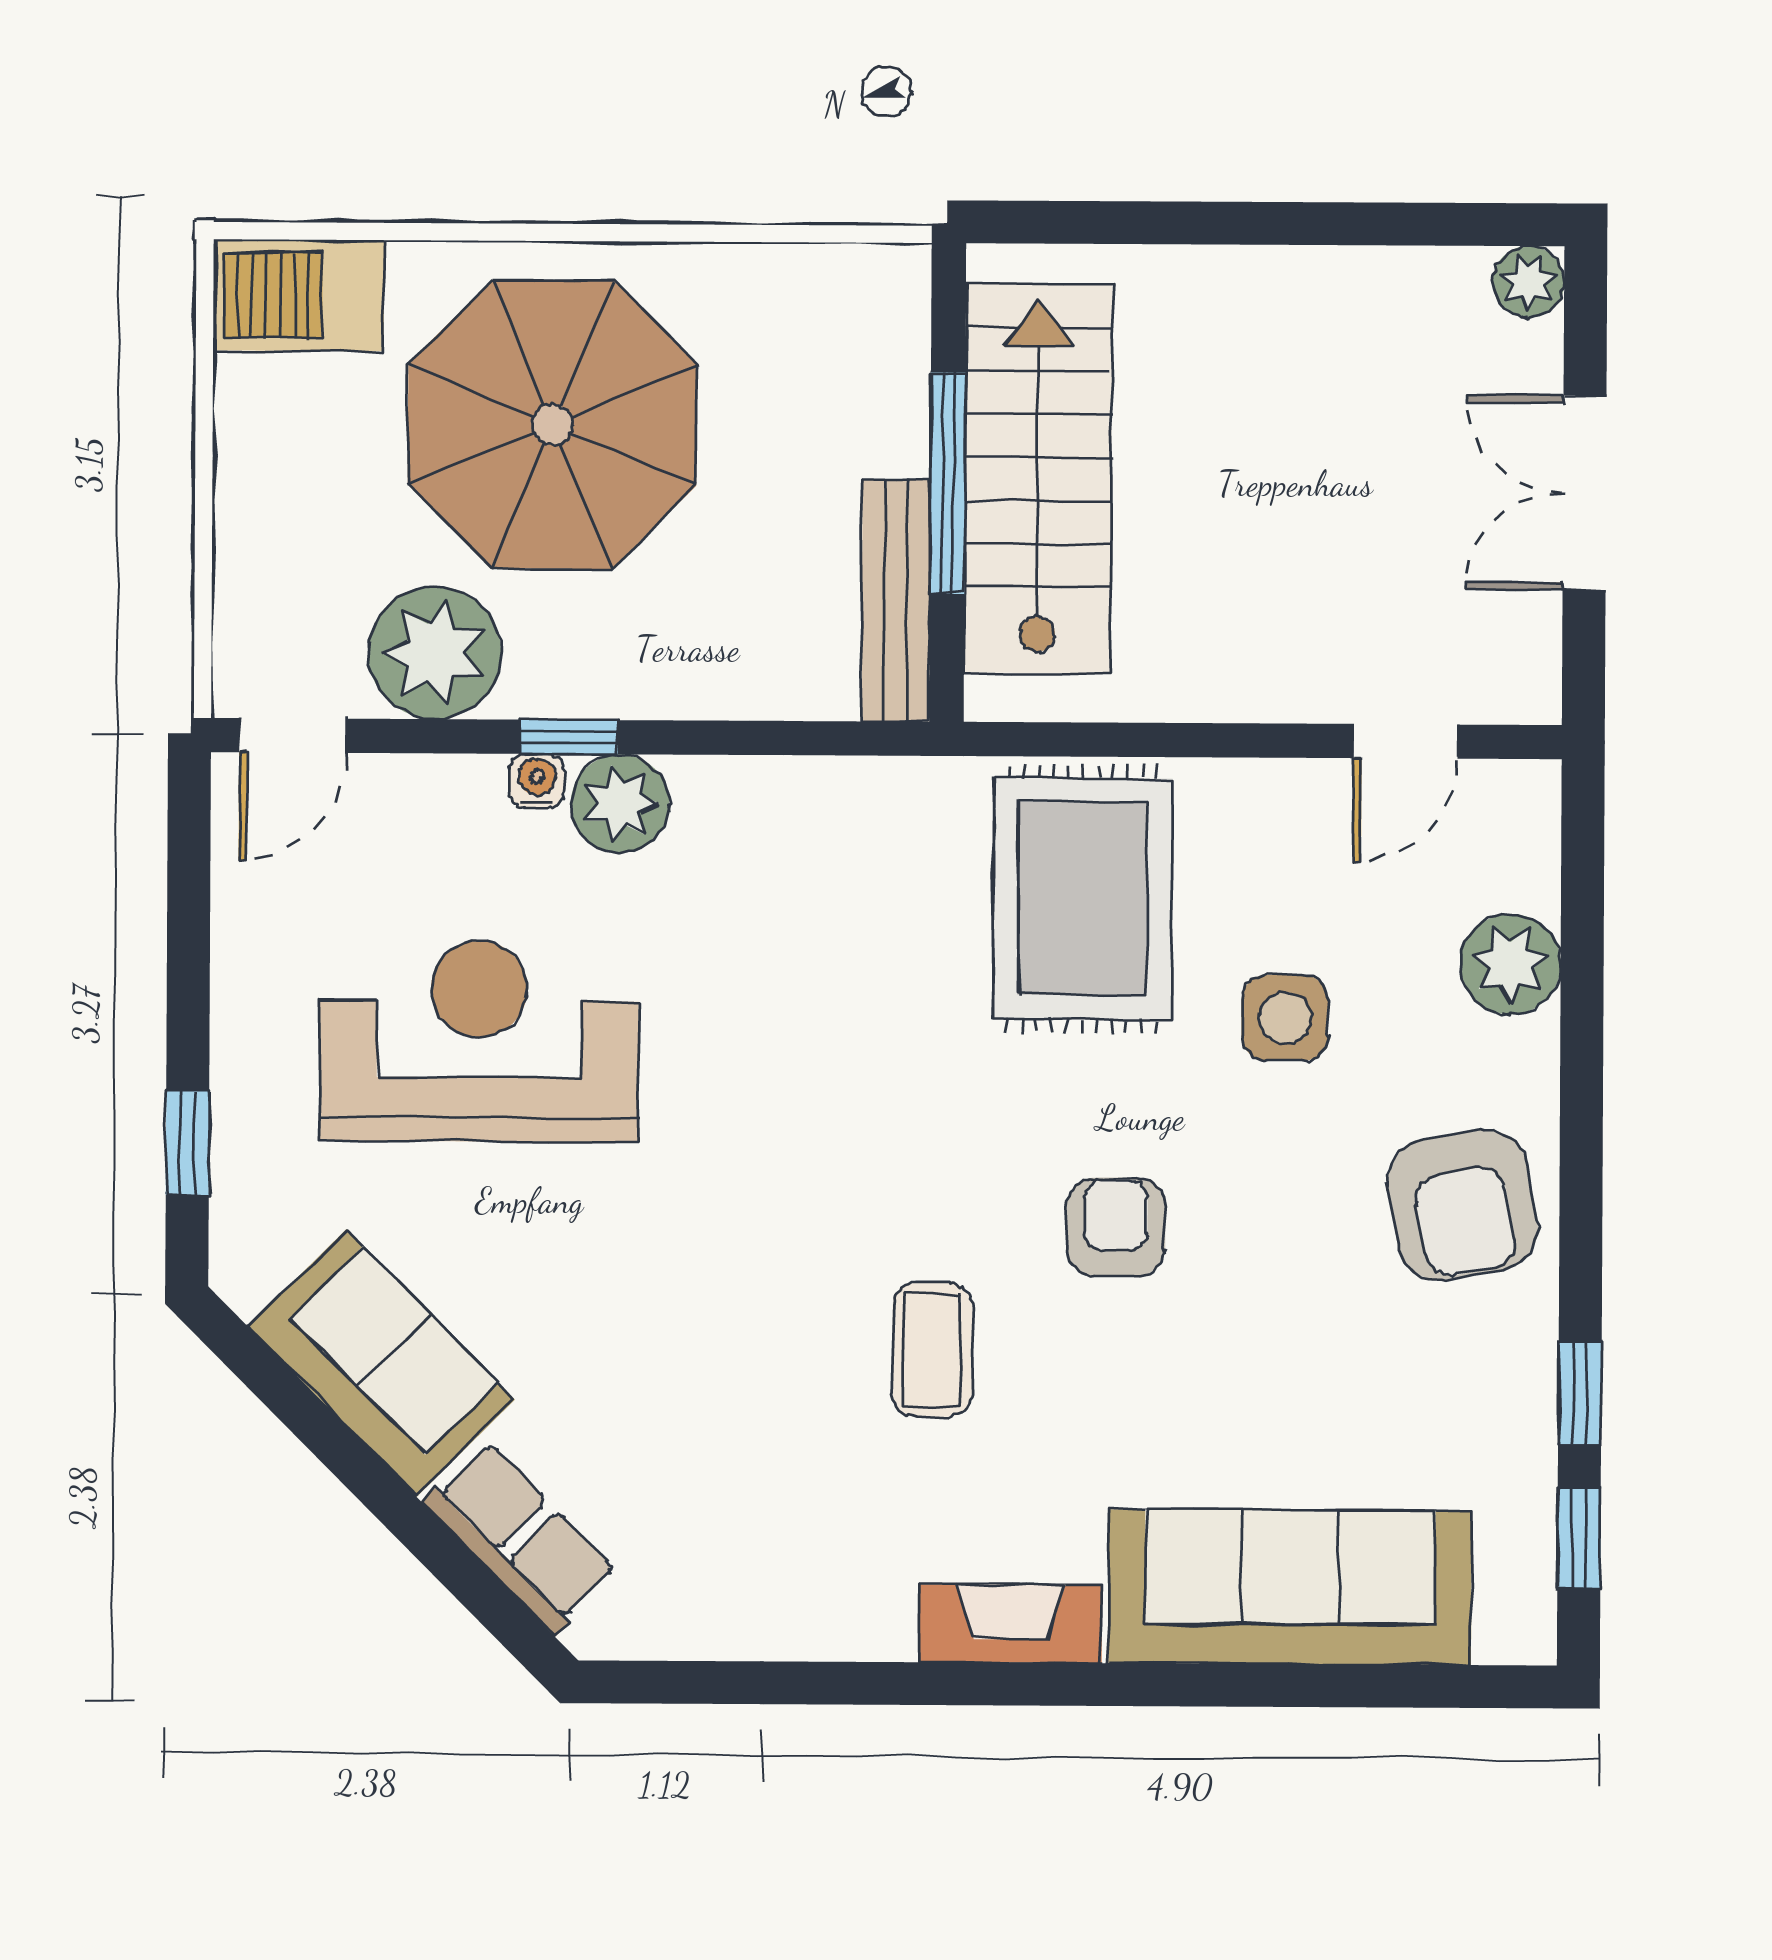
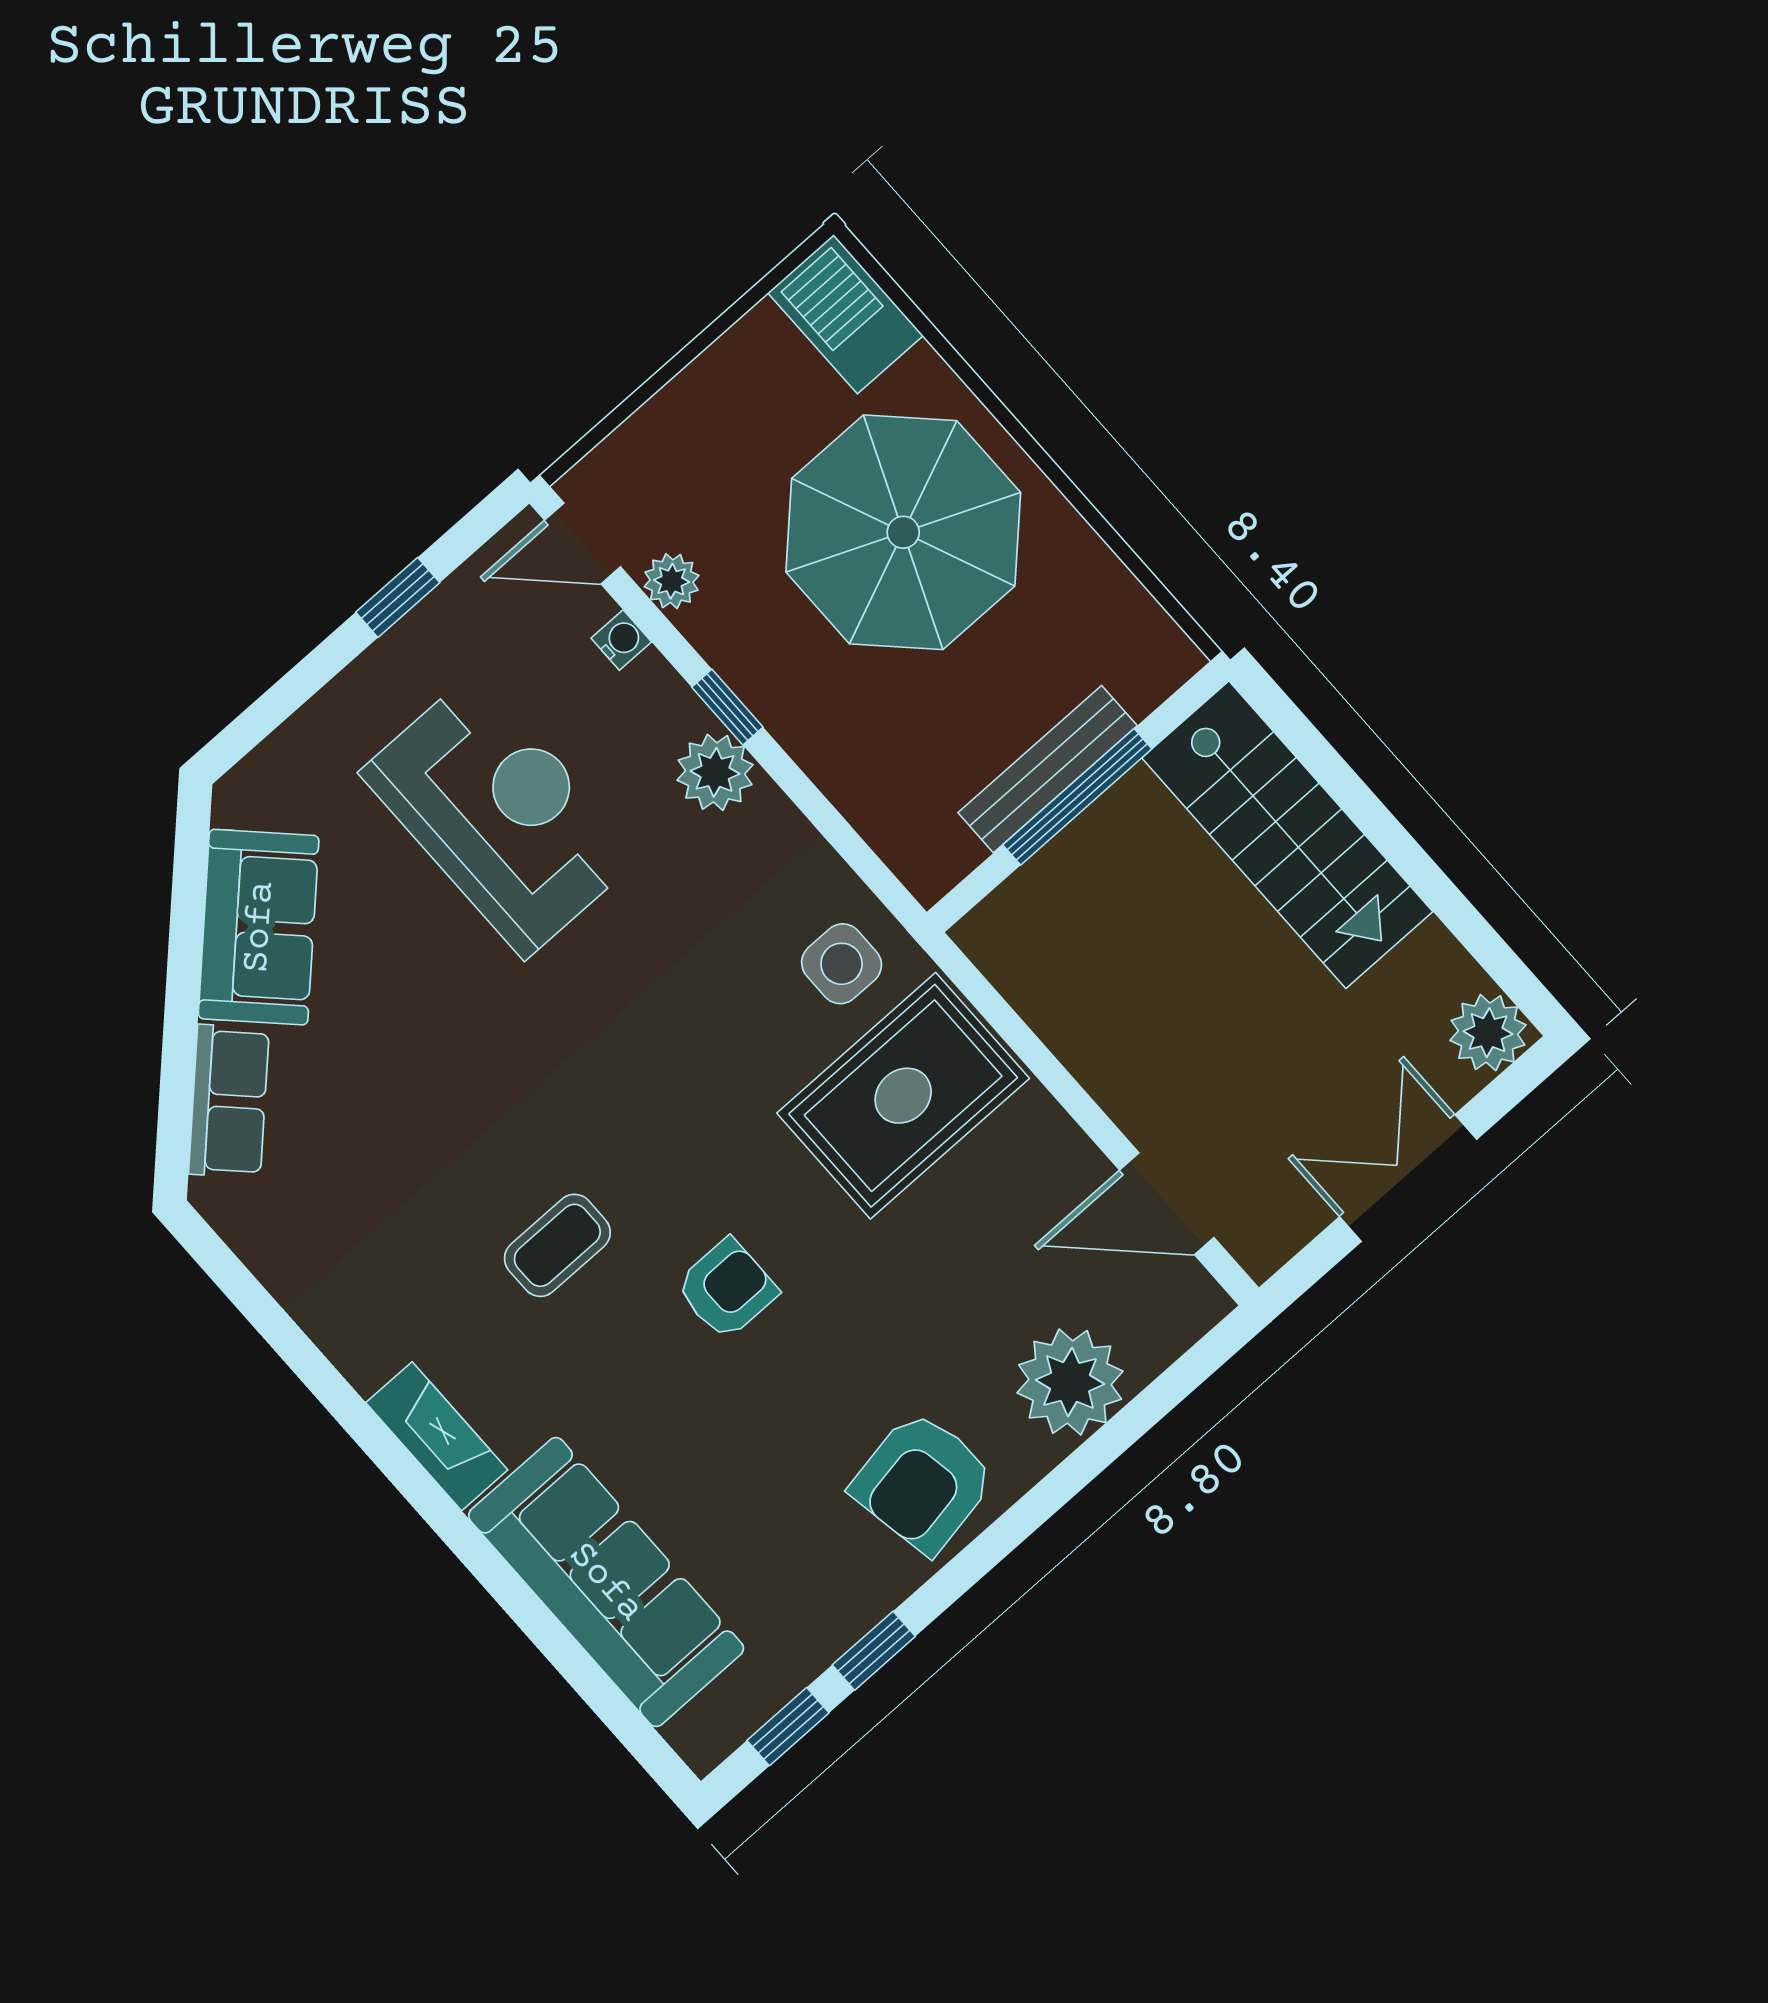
plant: (1529, 282) -> (1488, 1033), width x1.38, depth x1.38
stairs: (1038, 479) -> (1287, 835), moved, turned 90
bench: (896, 600) -> (1048, 769), moved
plant: (435, 653) -> (672, 581), width x0.53, depth x0.53
door: (1406, 741) -> (1167, 1204), width x1.38
water cooler: (537, 781) -> (621, 640), moved
plant: (1510, 964) -> (1070, 1382), width x1.36, depth x1.36
side table: (1285, 1018) -> (842, 964), moved
window: (187, 1143) -> (398, 597), moved

